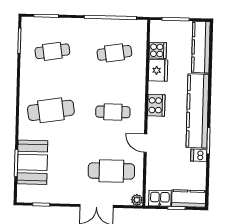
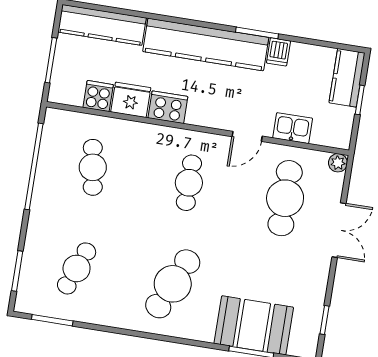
cafe table: (52, 51) -> (77, 268), turned 30
cooker: (156, 105) -> (168, 107), moved
cafe table: (51, 110) -> (173, 284), turned 33
kitchen sink: (160, 198) -> (293, 128), moved, turned 90

